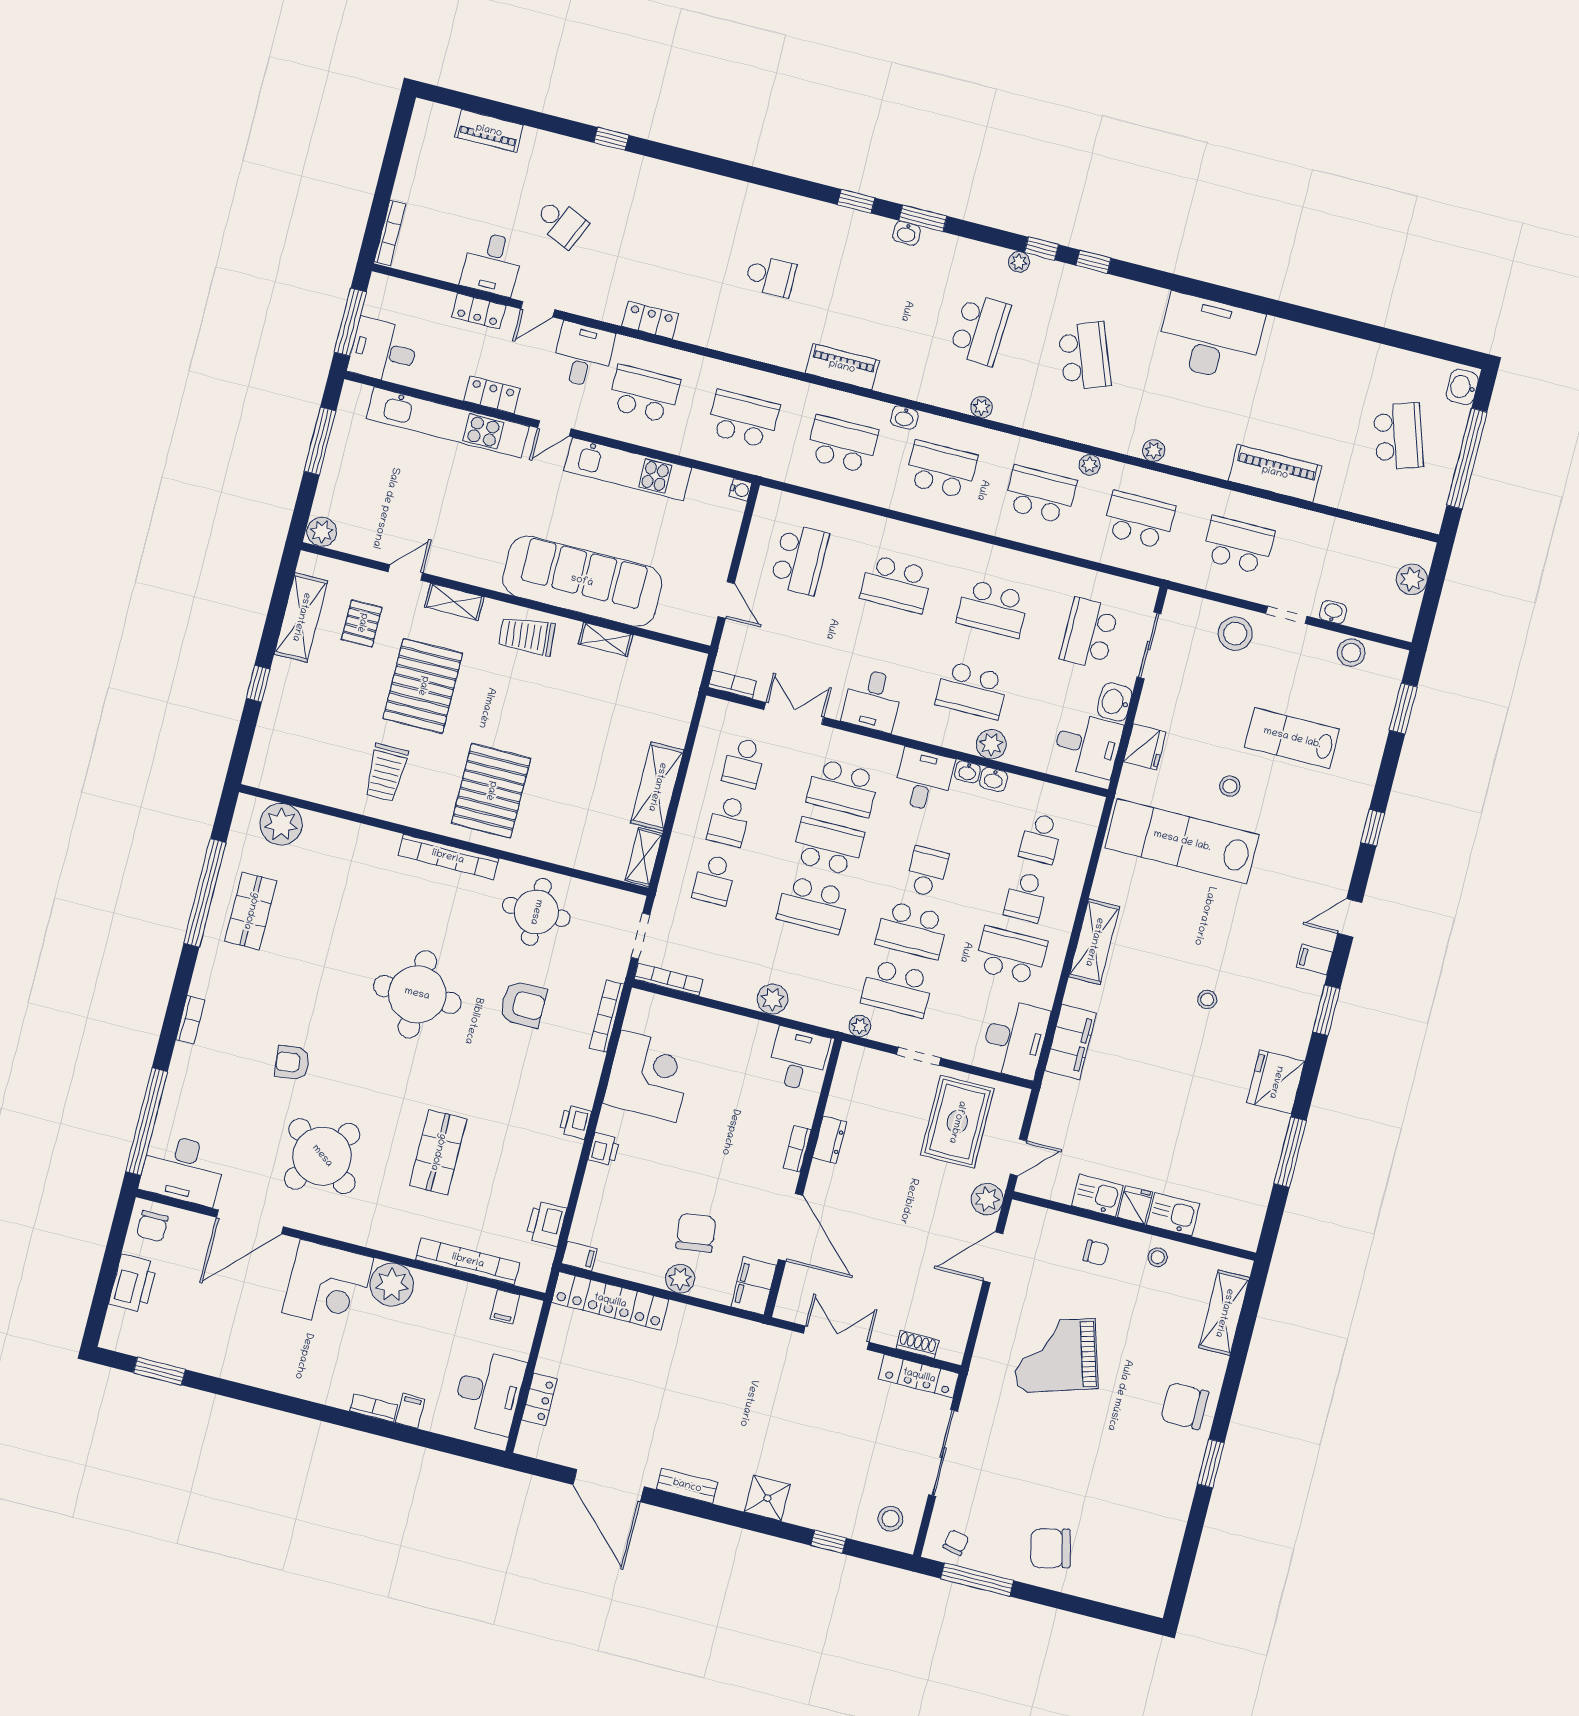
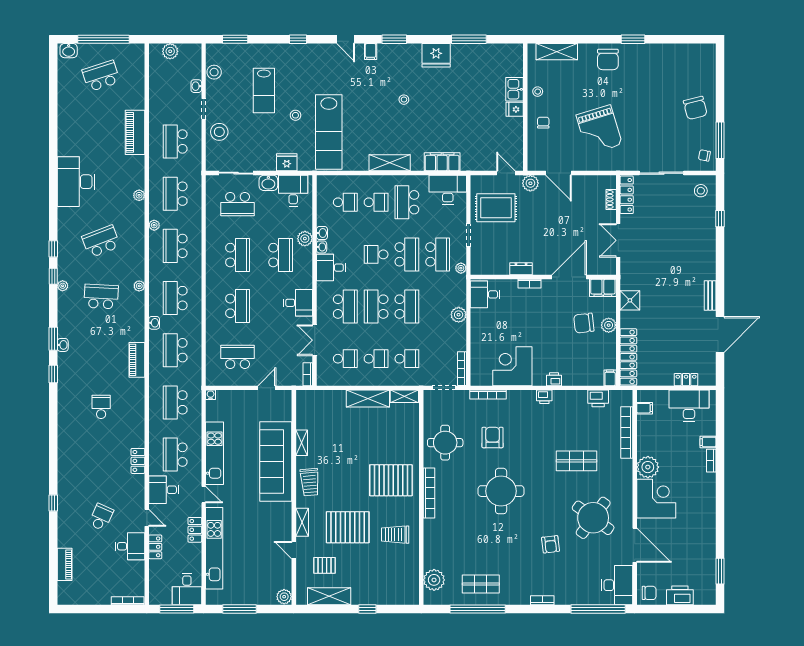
trolley: (386, 773) -> (395, 535), turned 180
kitchen sink: (1097, 1195) -> (515, 129), removed
shower: (767, 1498) -> (630, 300), moved

